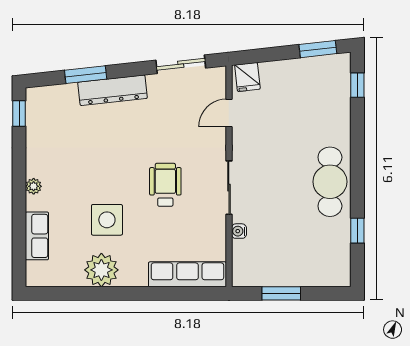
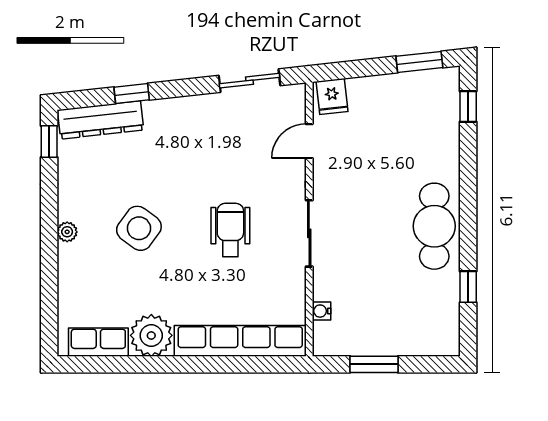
window: (86, 75) -> (132, 94), width x0.67
dresser: (113, 90) -> (101, 120), moved
side table: (107, 220) -> (139, 228), moved, turned 36
water cooler: (239, 231) -> (322, 311), moved
row of seats: (37, 236) -> (98, 342), moved, turned -90
row of seats: (187, 274) -> (240, 341), width x1.36

